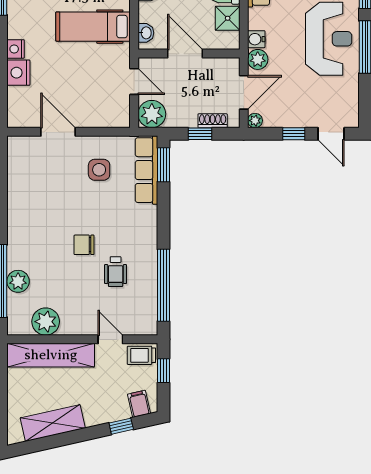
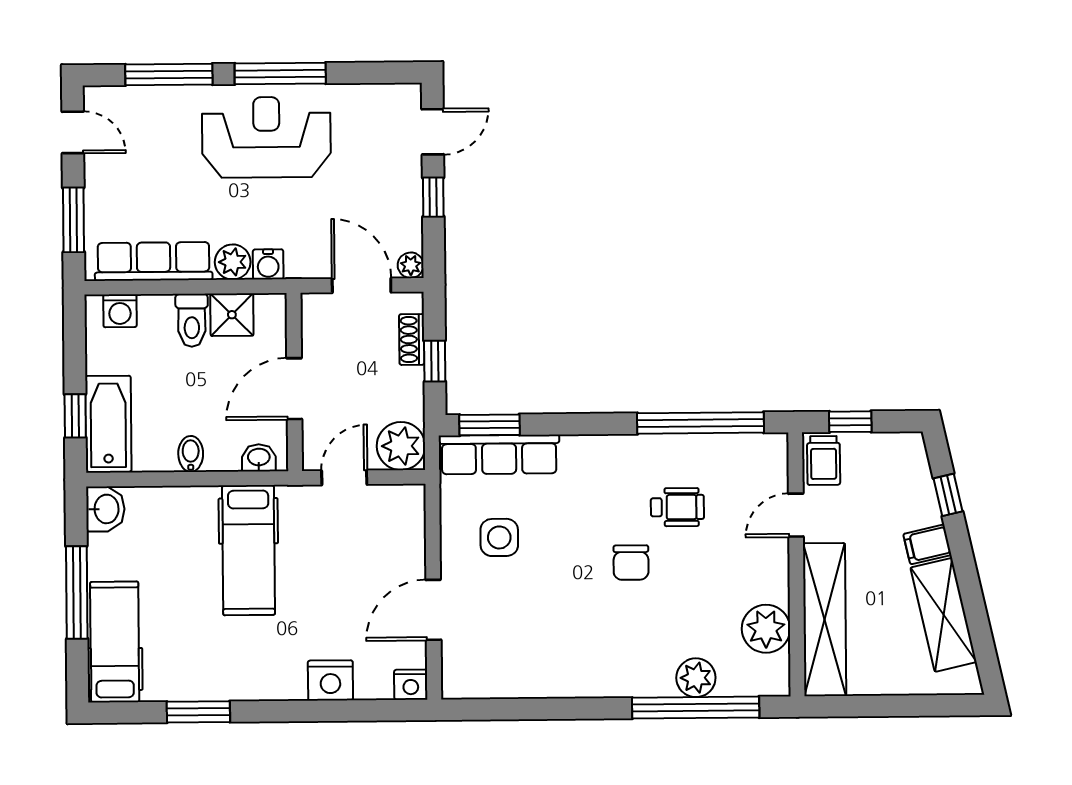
nightstand: (16, 49) -> (411, 685), moved
plant: (258, 59) -> (233, 262), moved
filing cabinet: (139, 404) -> (927, 544), moved

